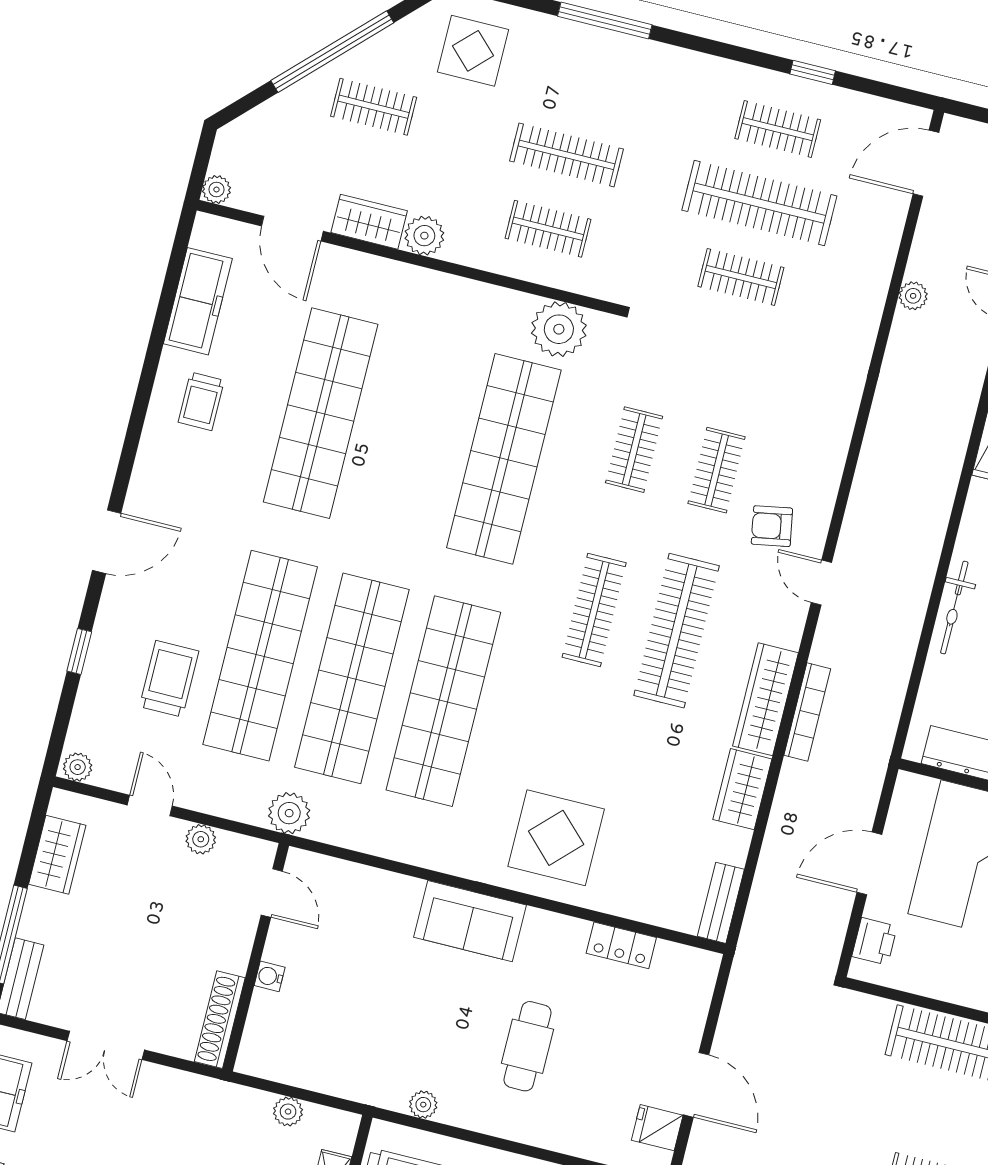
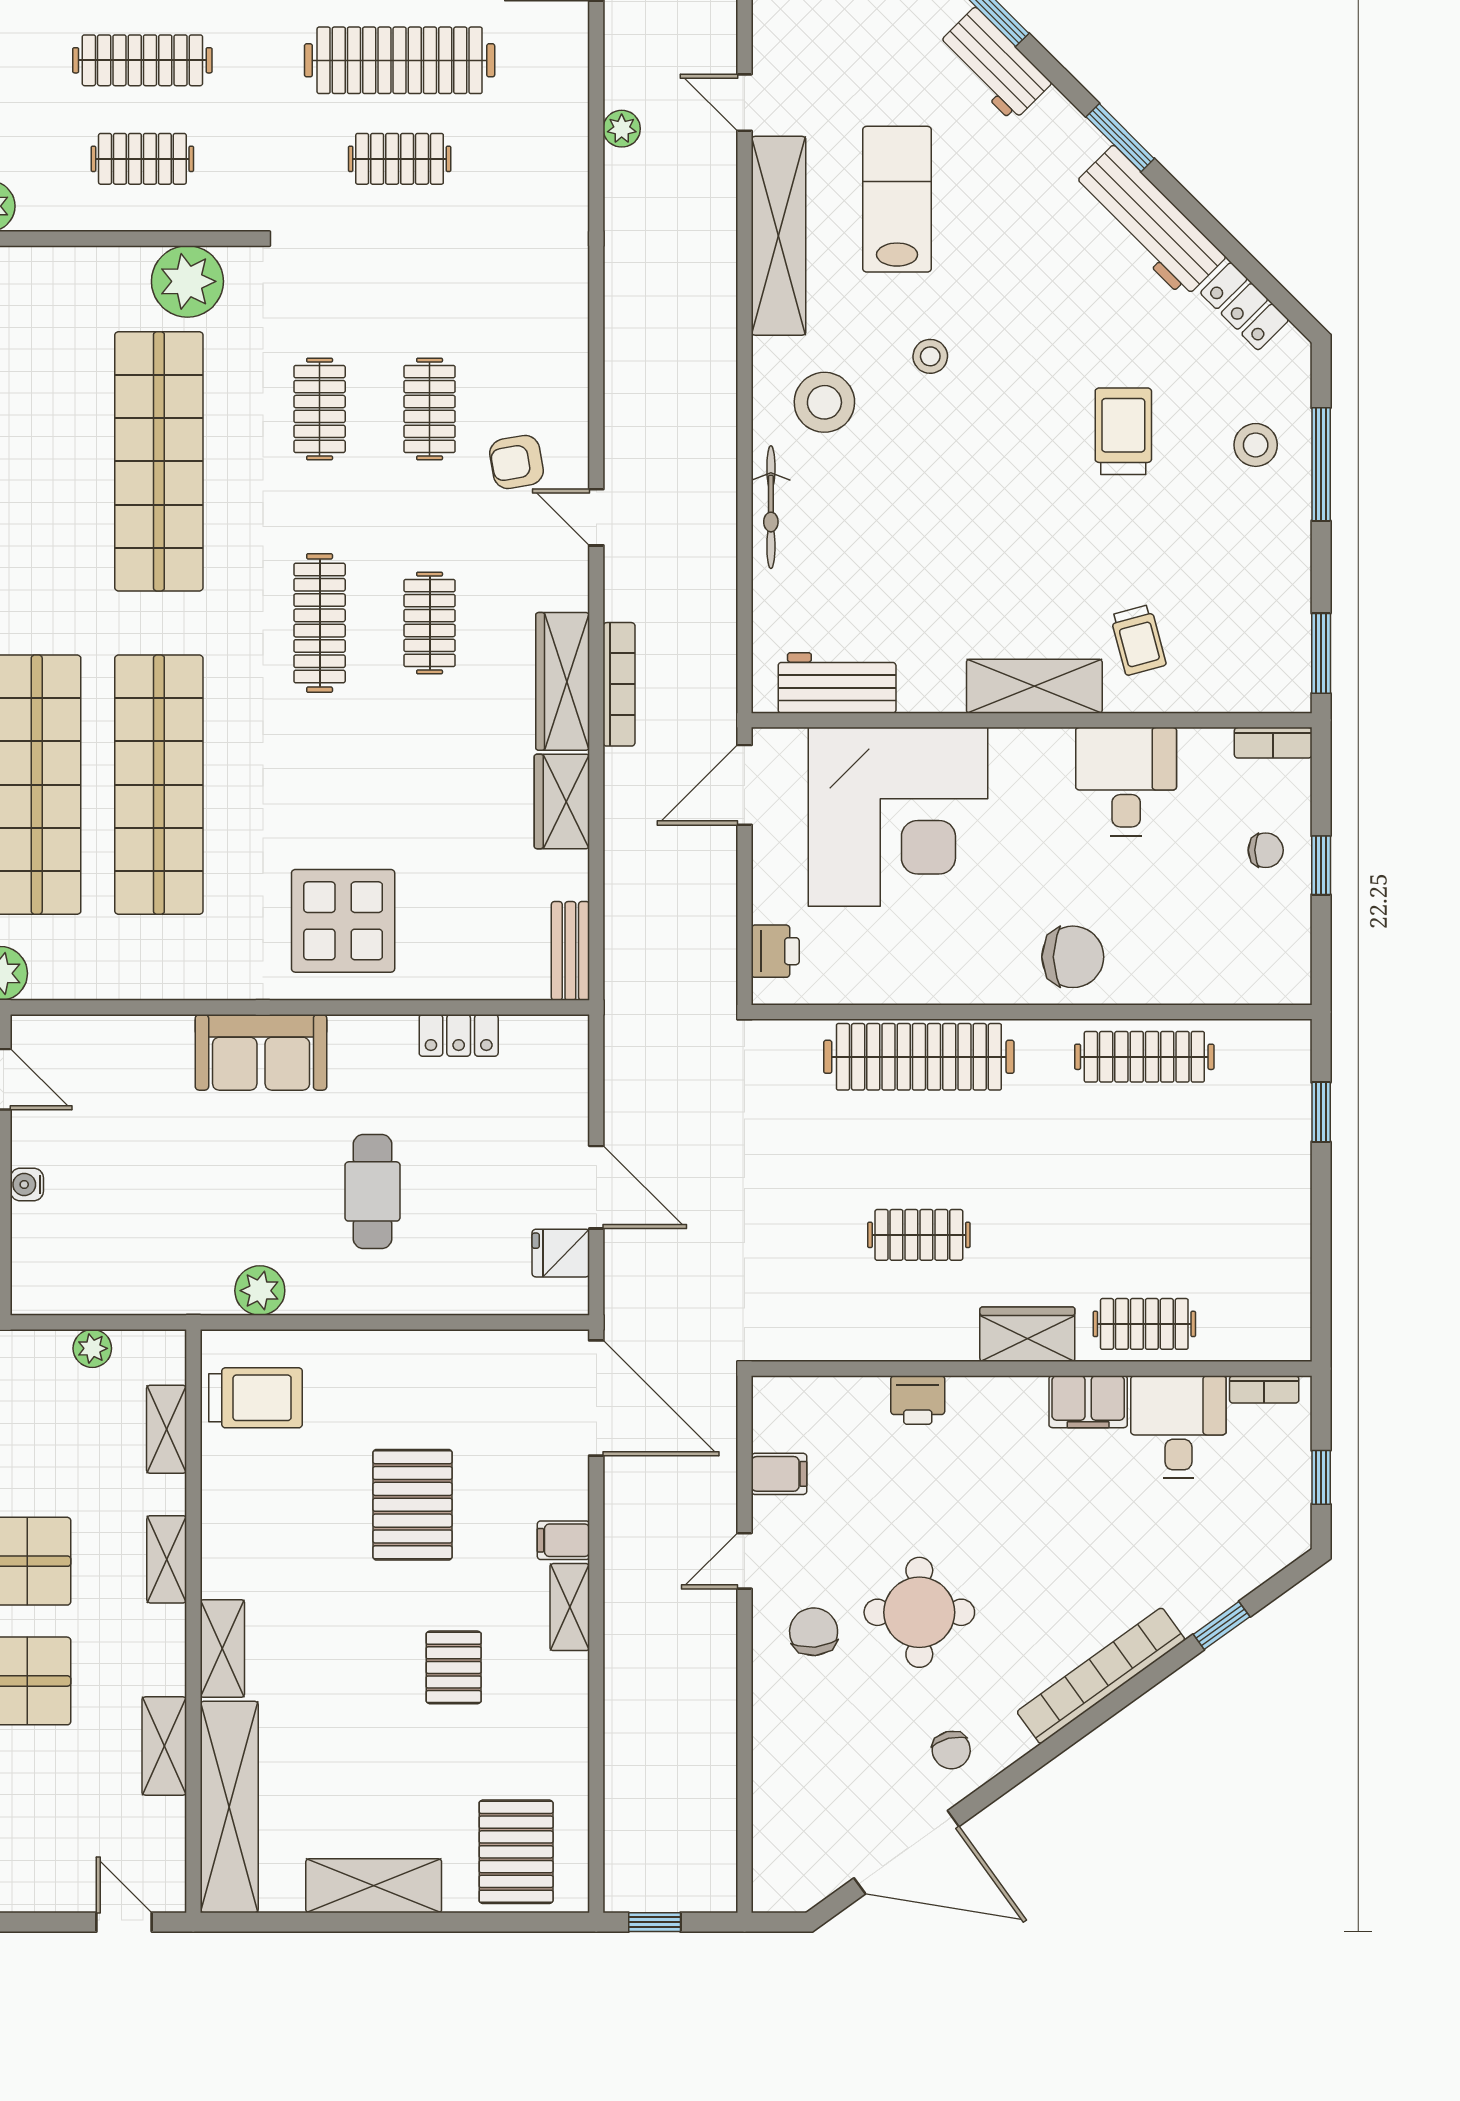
clothes rail: (677, 631) -> (430, 623), width x0.54, depth x0.76
door: (869, 863) -> (744, 785), moved
plant: (423, 1105) -> (260, 1291), width x1.38, depth x1.38

